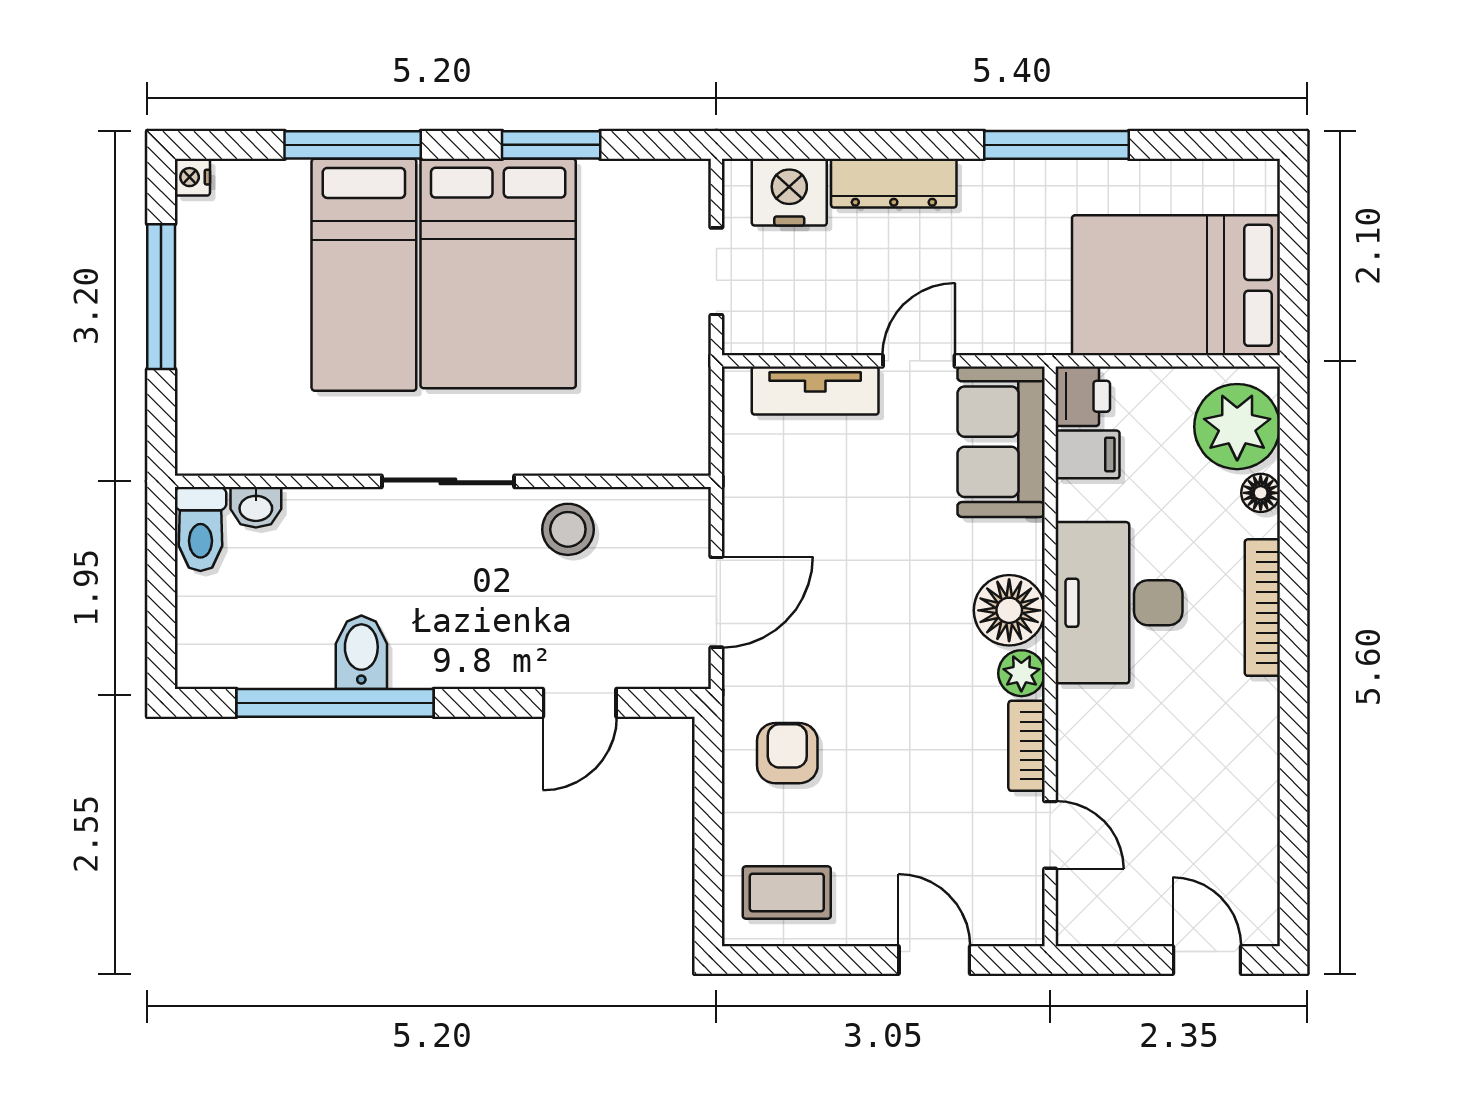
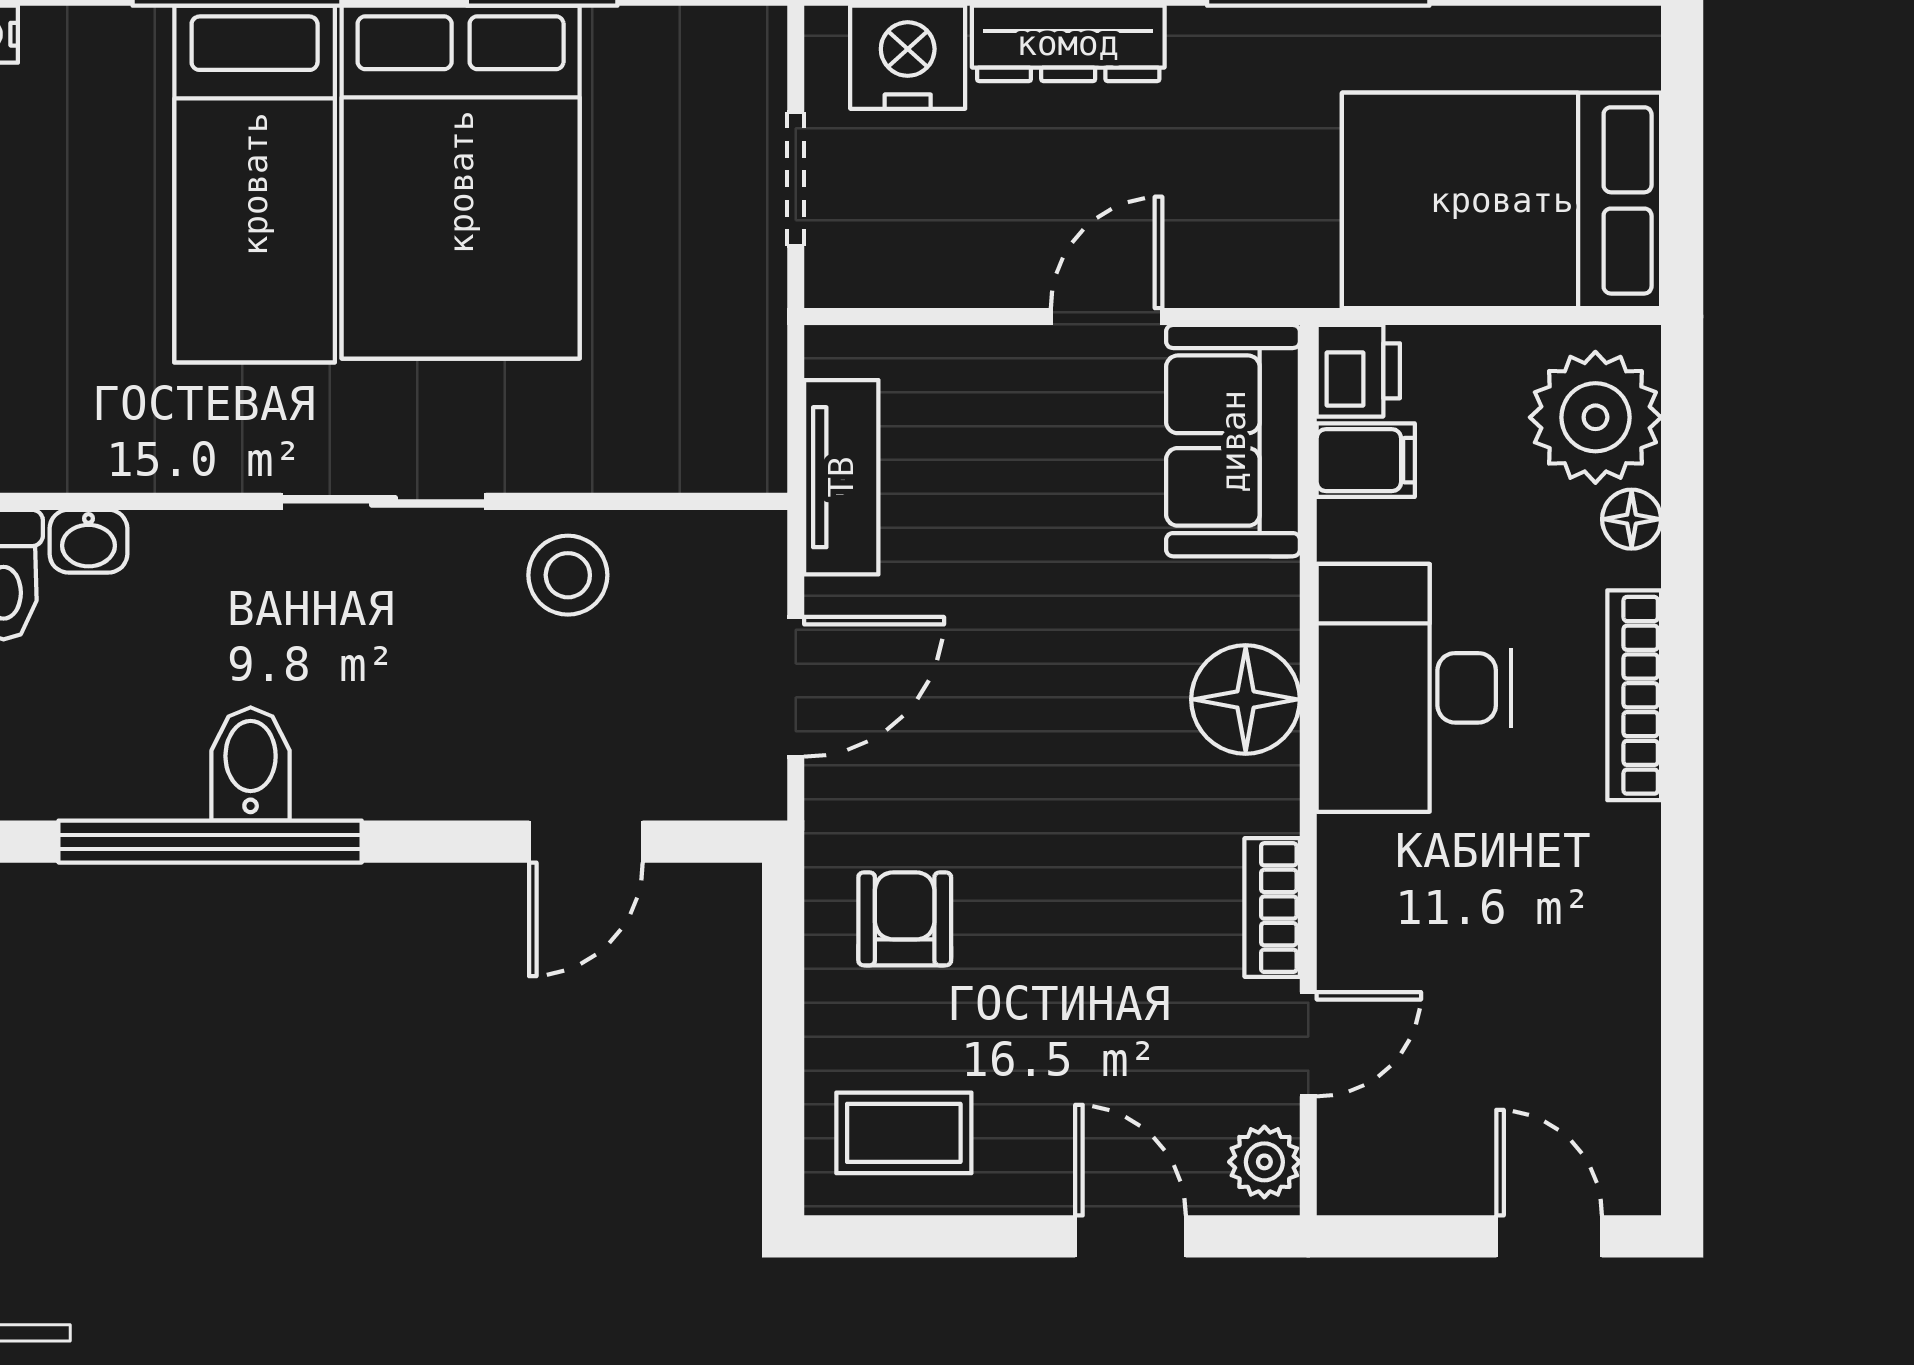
tv unit: (815, 391) -> (841, 477), moved, turned -90
plant: (1021, 673) -> (1264, 1162), moved
door: (1050, 835) -> (1308, 1044), hinge flipped

